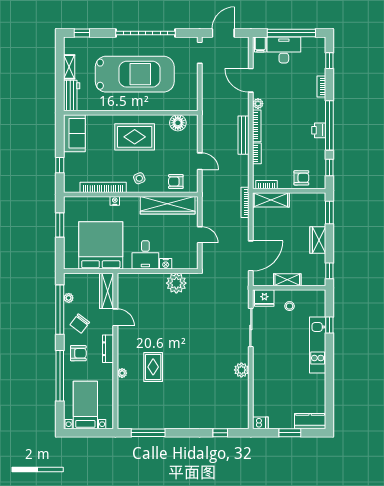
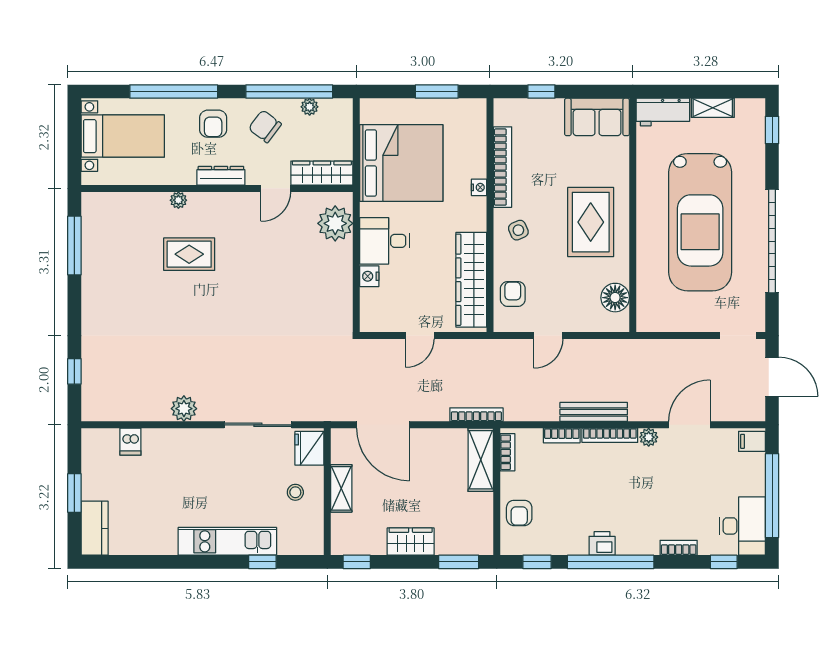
desk: (284, 50) -> (742, 526), moved
plant: (176, 283) -> (335, 223), moved
dishwasher: (260, 423) -> (130, 442), moved

